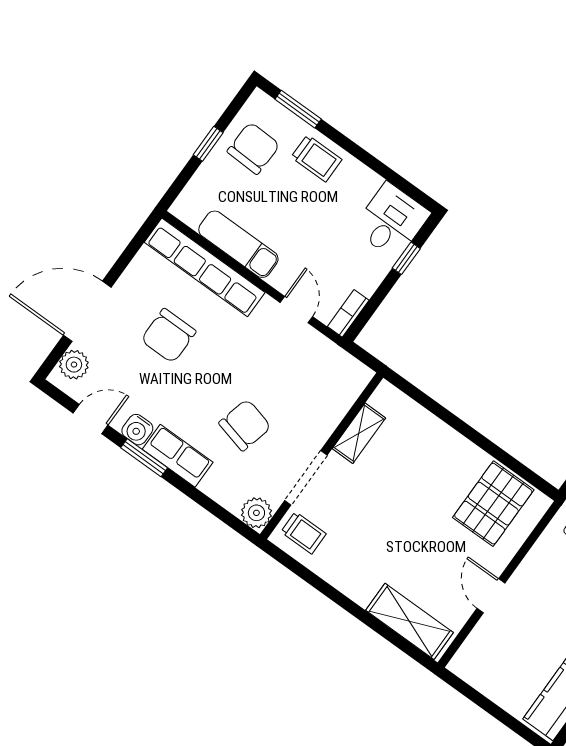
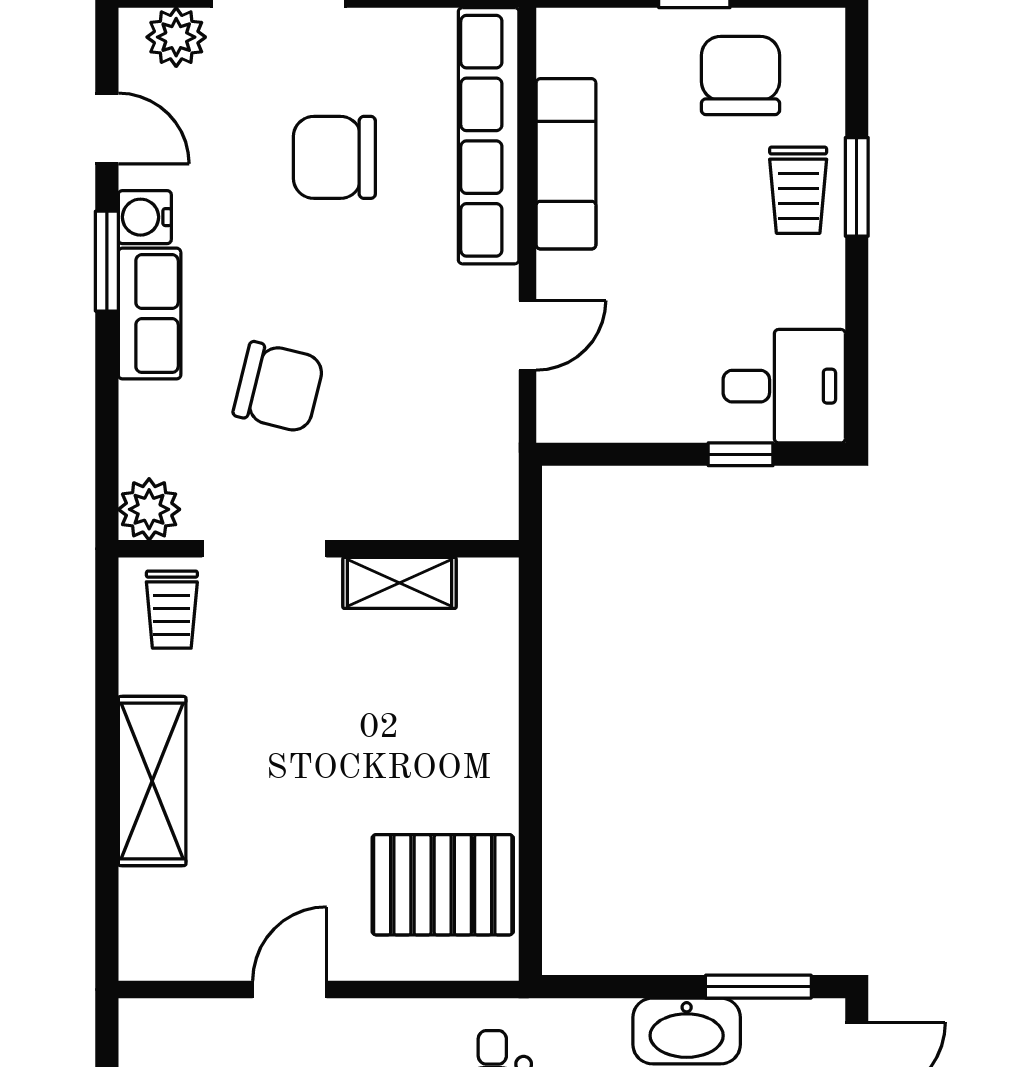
window: (298, 109) -> (857, 187), moved
chair: (253, 148) -> (740, 75), turned -92
bookcase: (348, 313) -> (582, 424), removed
shelving: (410, 621) -> (152, 781), moved

